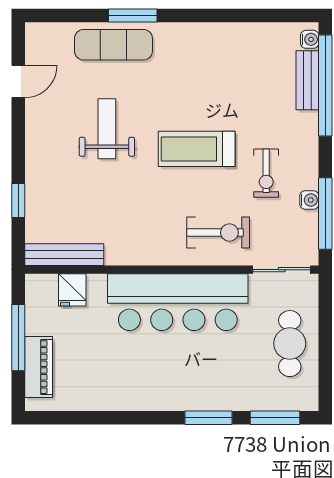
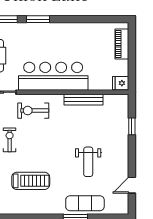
treadmill: (197, 149) -> (31, 181), moved
bench: (64, 255) -> (83, 100), moved
fridge: (72, 290) -> (121, 83), moved, turned -90
window: (18, 338) -> (132, 59), removed

